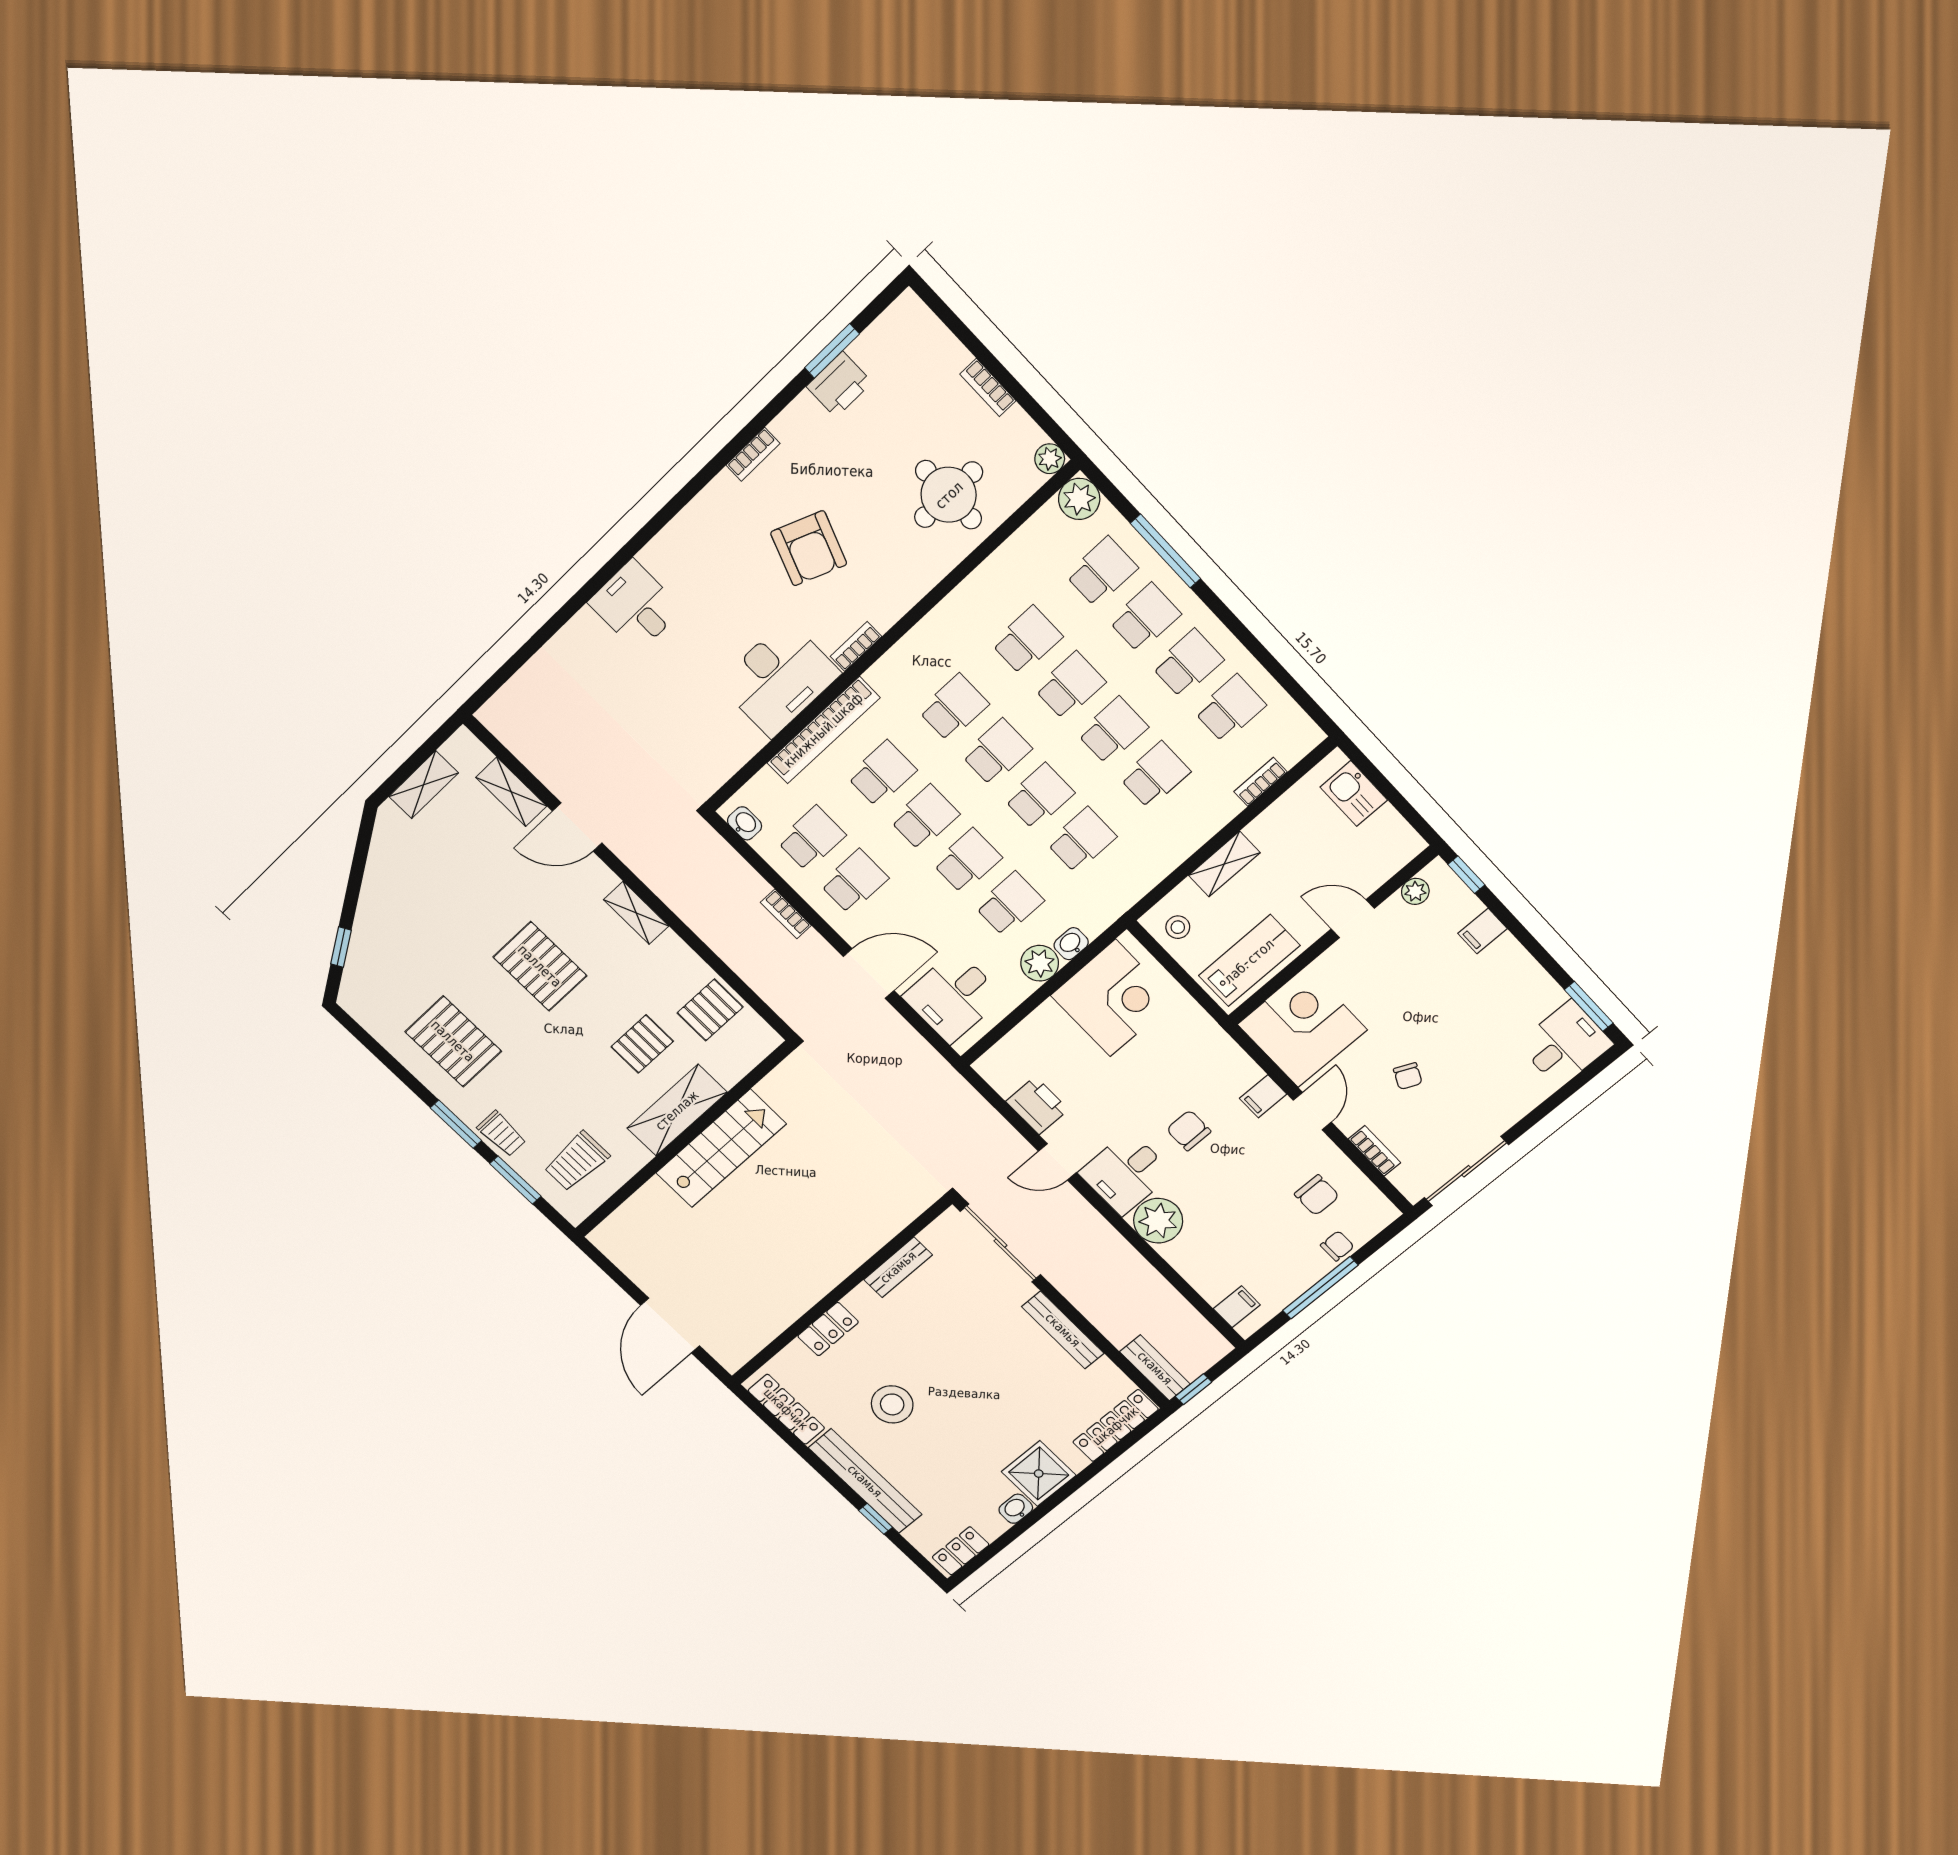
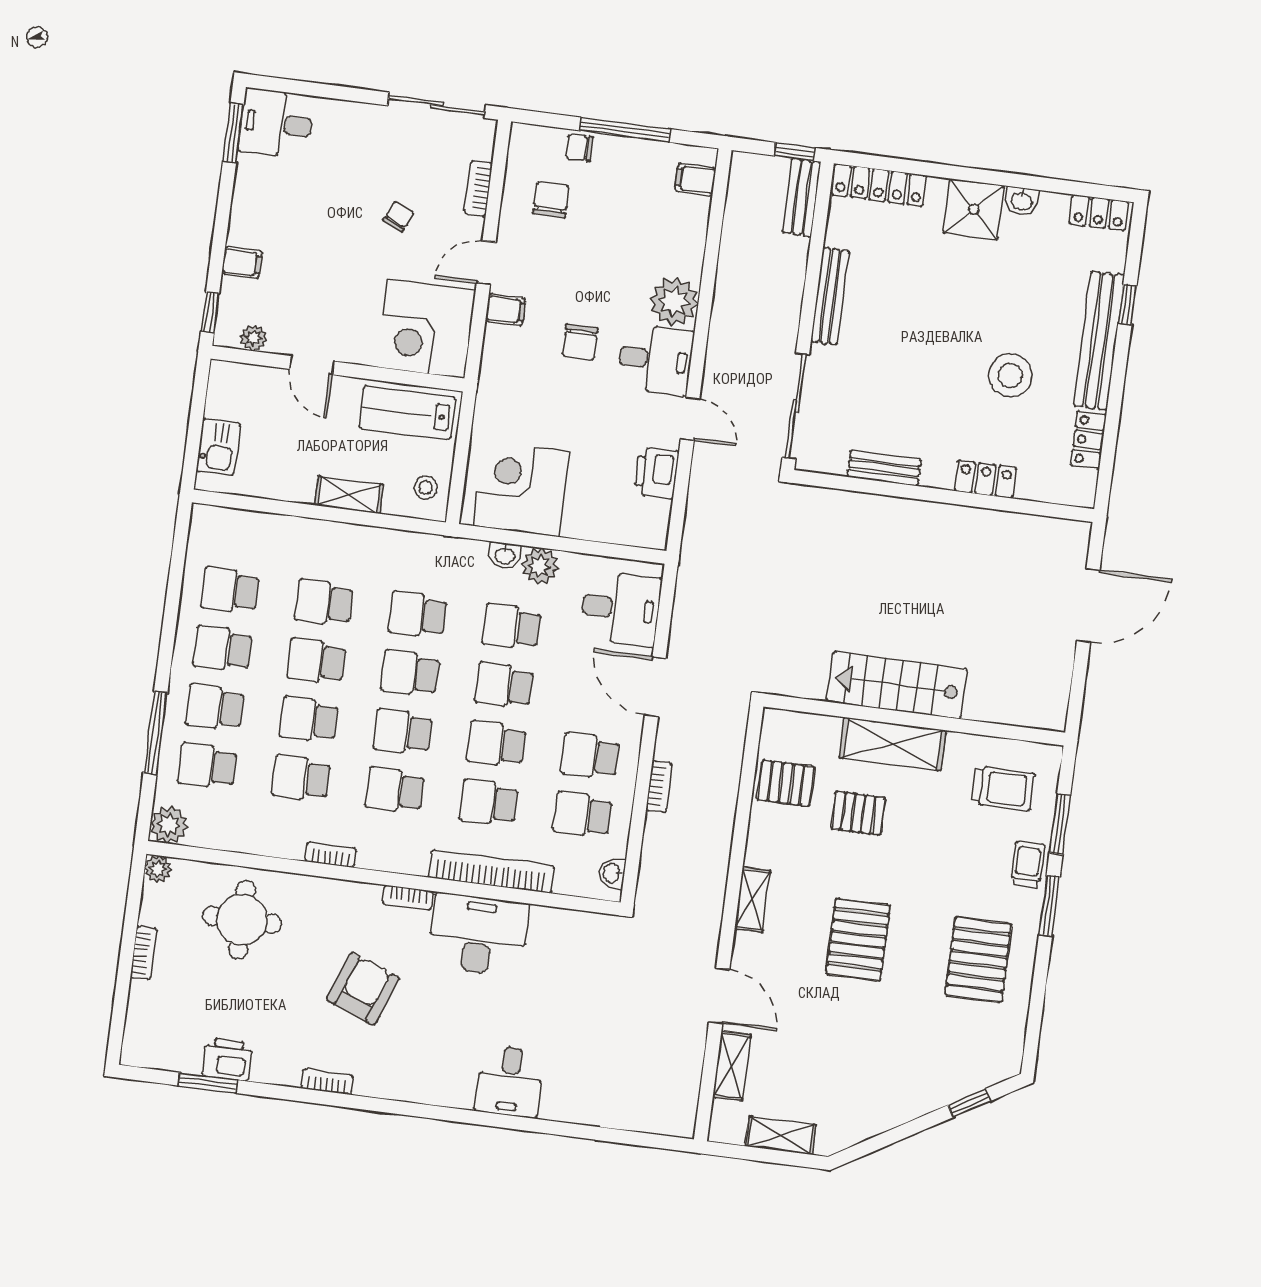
bookcase: (1260, 782) -> (331, 855), moved, turned 180
locker: (786, 1409) -> (1088, 440), width x0.66

